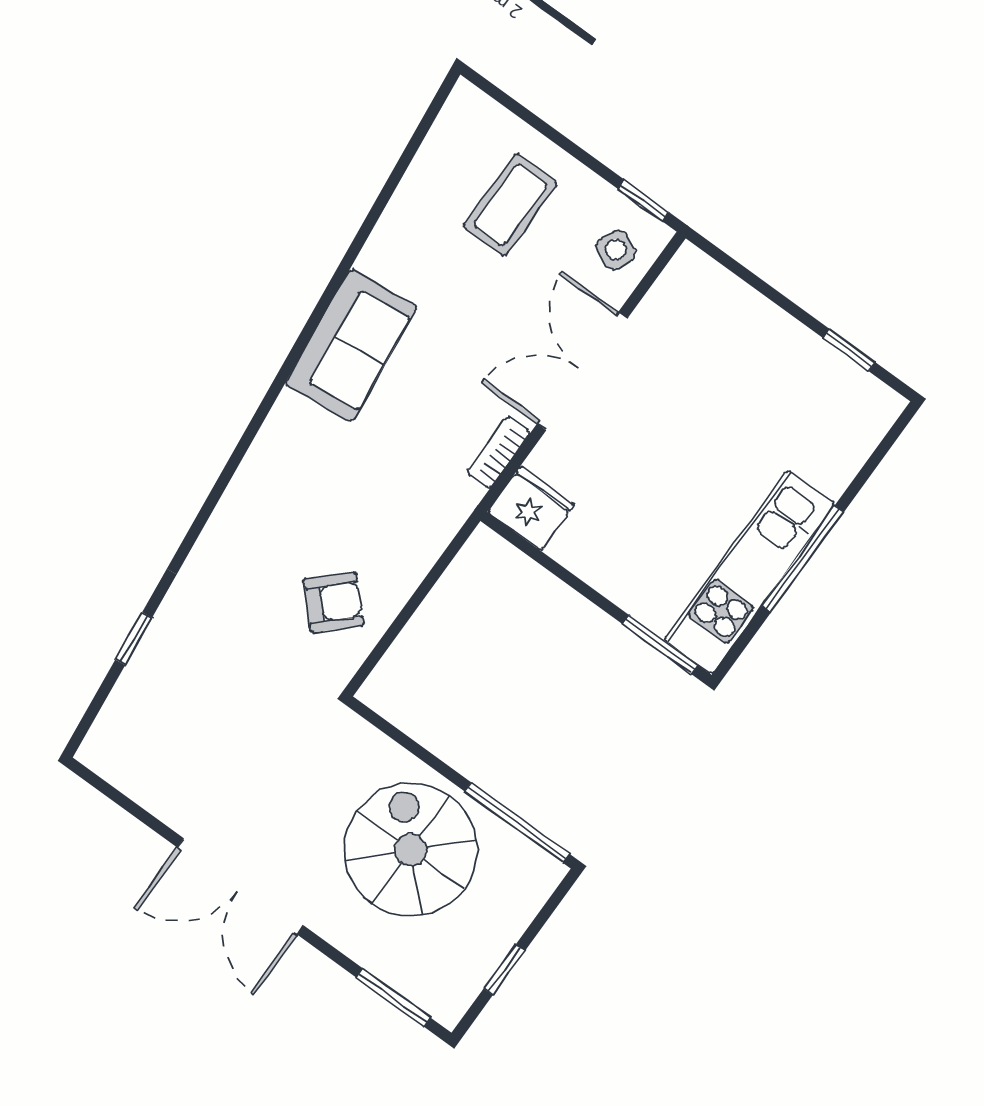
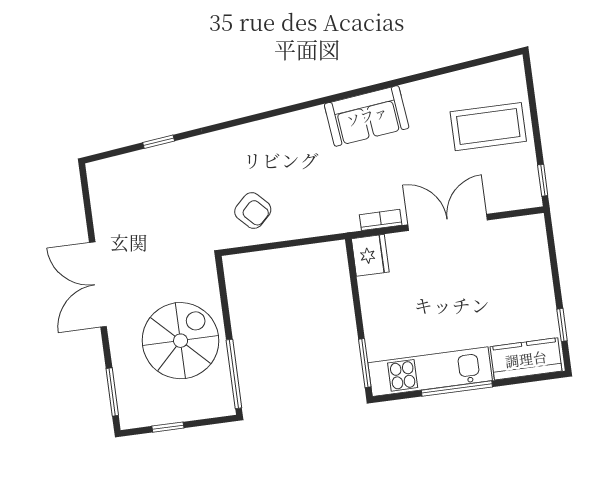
coffee table: (510, 205) -> (488, 127), width x1.36, depth x1.32
side table: (616, 250) -> (511, 188), removed
kitchen counter: (849, 436) -> (526, 359), added

